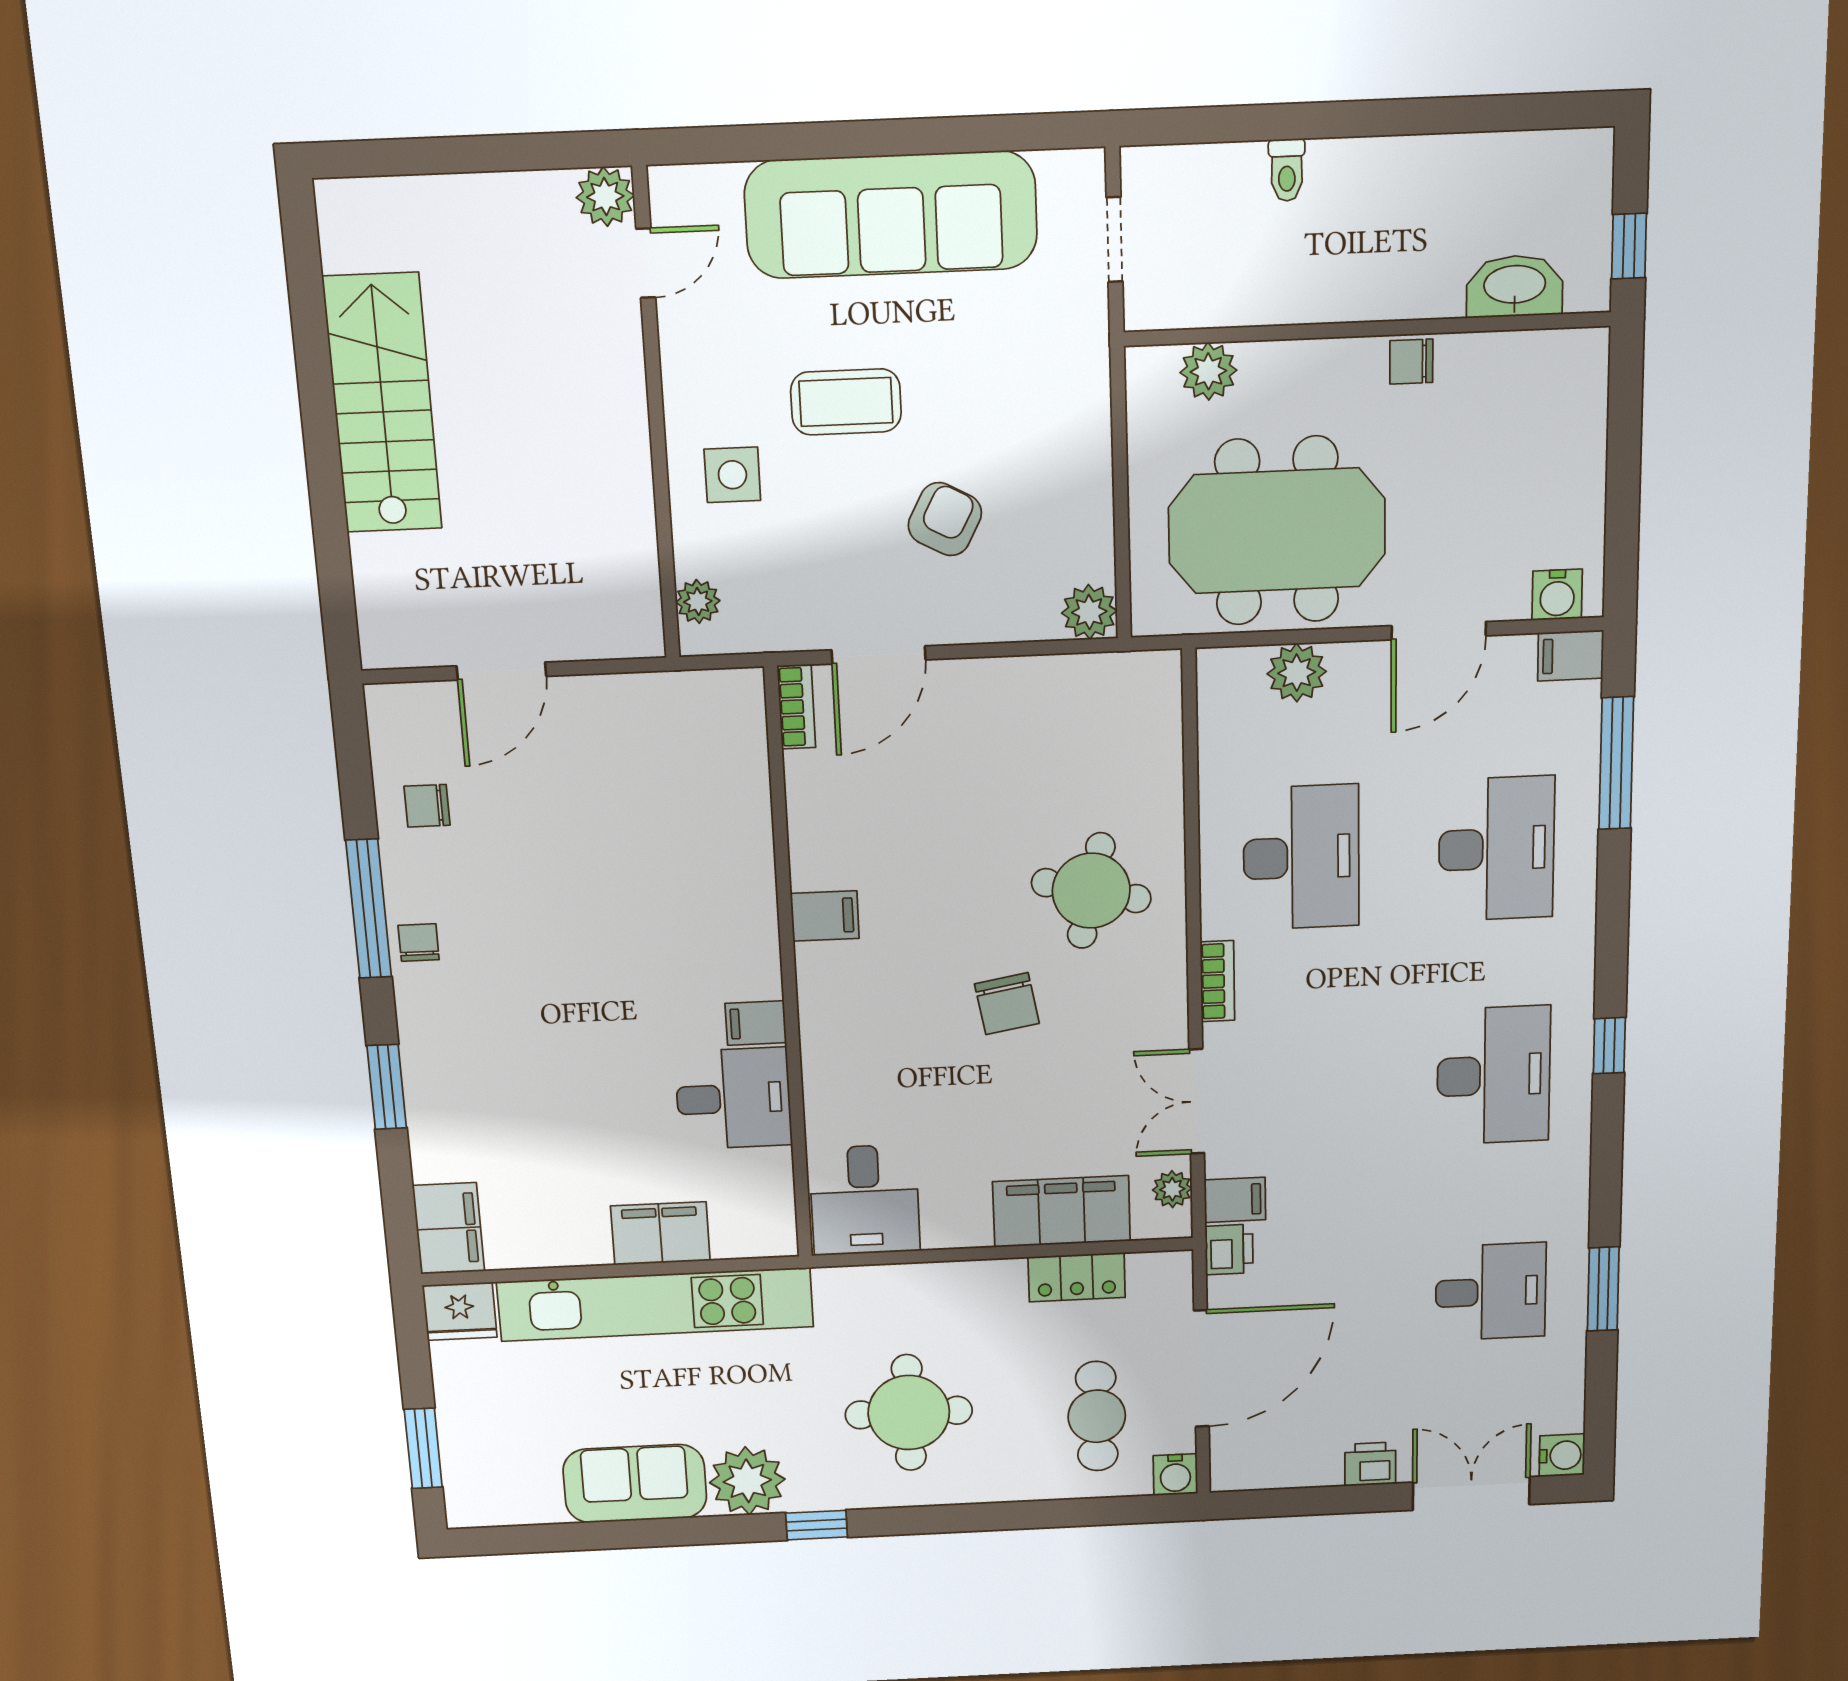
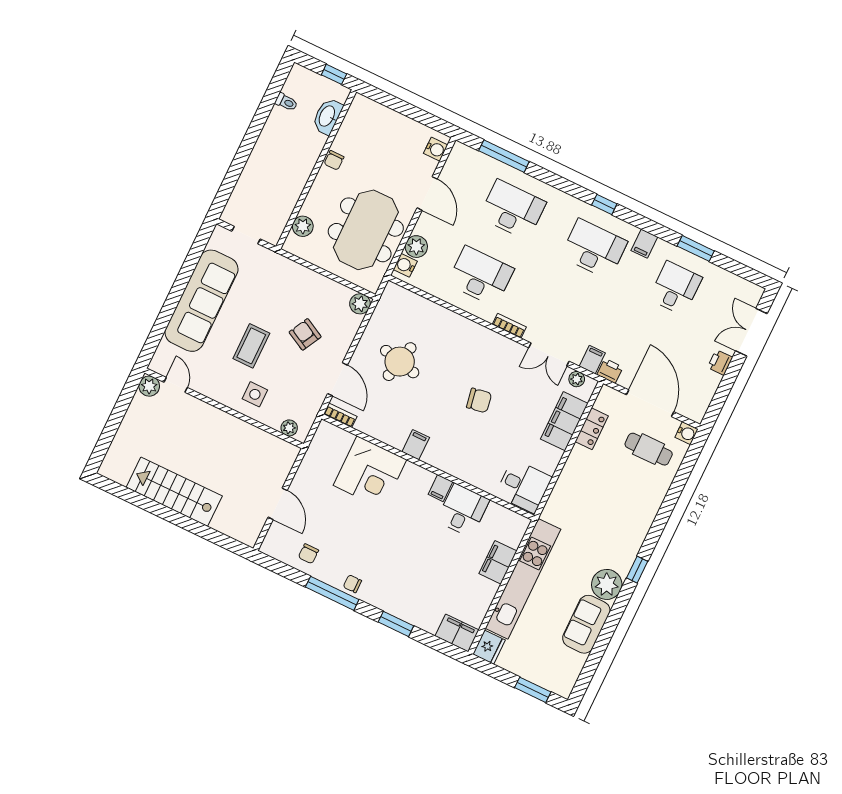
toilet: (1287, 170) -> (286, 102), moved
filing cabinet: (1571, 656) -> (644, 244), moved
corner desk: (700, 847) -> (370, 472), added
round table: (1091, 891) -> (400, 362), moved
round table: (909, 1413) -> (611, 514), removed
water cooler: (1562, 1455) -> (405, 265), moved, turned -90

